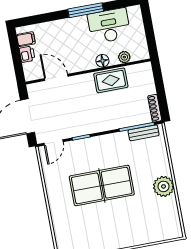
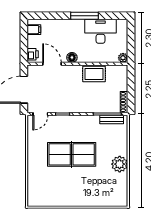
printer: (27, 54) -> (33, 54), moved
plant: (124, 57) -> (123, 58), moved
floor lamp: (102, 61) -> (72, 57), moved

